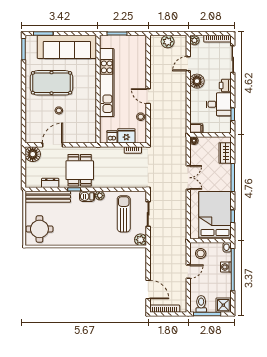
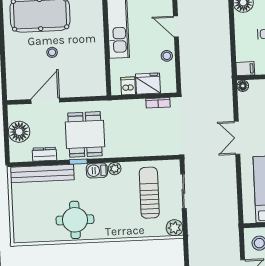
floor lamp: (33, 154) -> (19, 132), moved
double door: (188, 178) -> (237, 138), swing flipped
round table: (39, 229) -> (75, 220), moved

